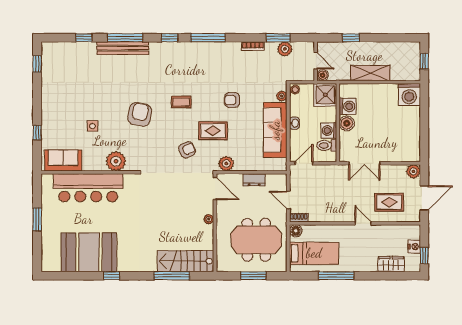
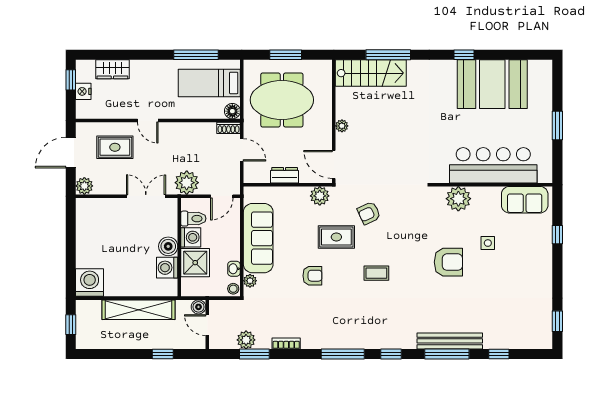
shelving: (370, 73) -> (138, 310), width x1.47
shower: (325, 95) -> (195, 263), moved
armchair: (140, 114) -> (448, 262), moved, turned -101
washbasin: (294, 123) -> (234, 269), moved
plant: (332, 174) -> (187, 183), added
window: (336, 276) -> (196, 55), moved

